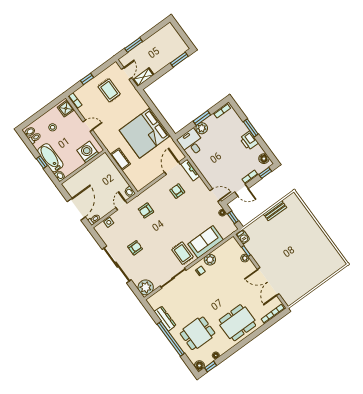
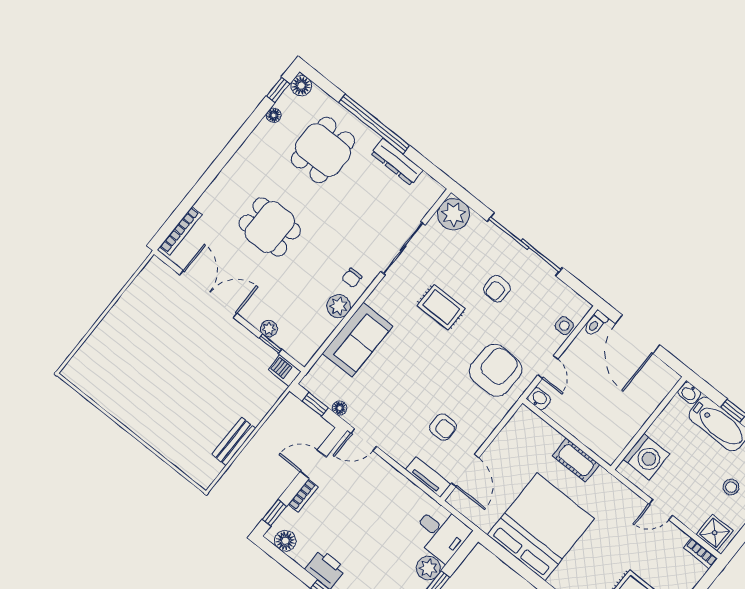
armchair: (146, 210) -> (496, 370), width x1.88, depth x1.88
rug: (182, 253) -> (441, 307), moved
dining table: (237, 323) -> (270, 227), moved, width x0.73

